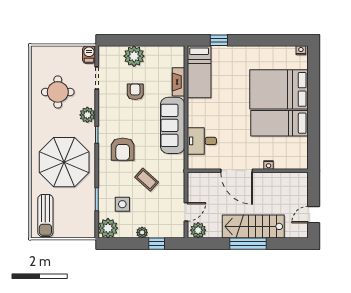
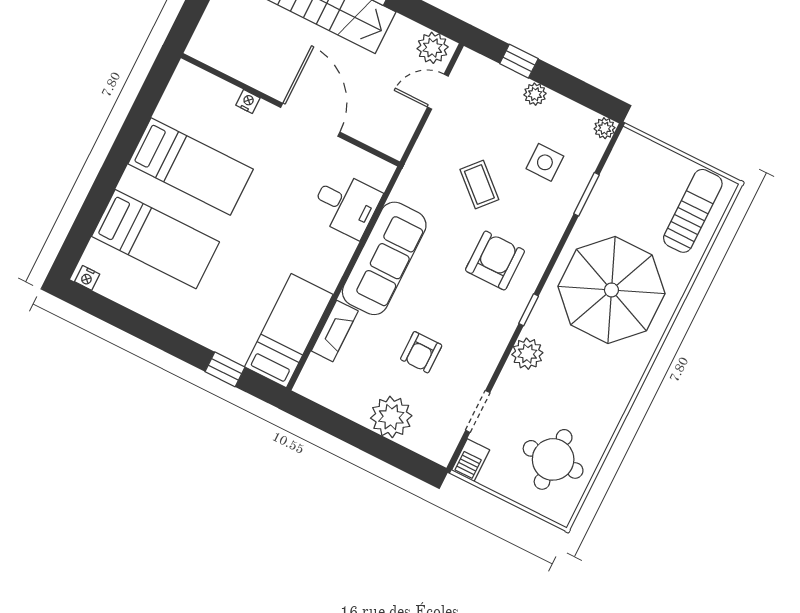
bed: (279, 89) -> (156, 239), width x0.67
round table: (58, 92) -> (553, 459), moved
plant: (108, 228) -> (605, 128), width x0.53, depth x0.53

